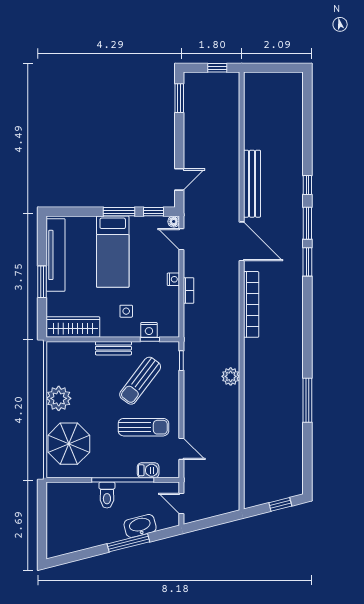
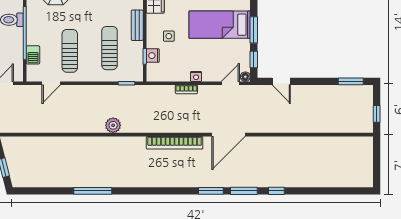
bench: (252, 184) -> (278, 144), removed
sun lounger: (140, 381) -> (109, 48), turned 53
sun lounger: (143, 427) -> (70, 51), turned 180

